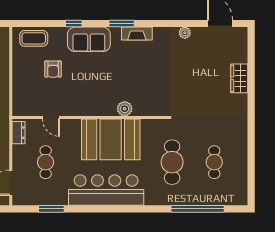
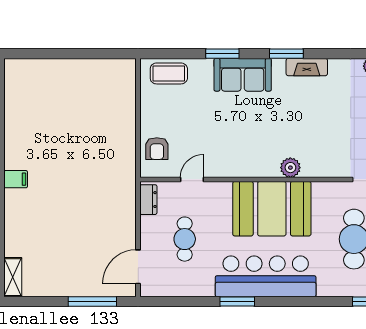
window: (74, 24) -> (222, 54), width x1.50
armchair: (53, 69) -> (157, 149), moved
door: (51, 118) -> (192, 179), swing flipped
window: (51, 209) -> (237, 302), moved

